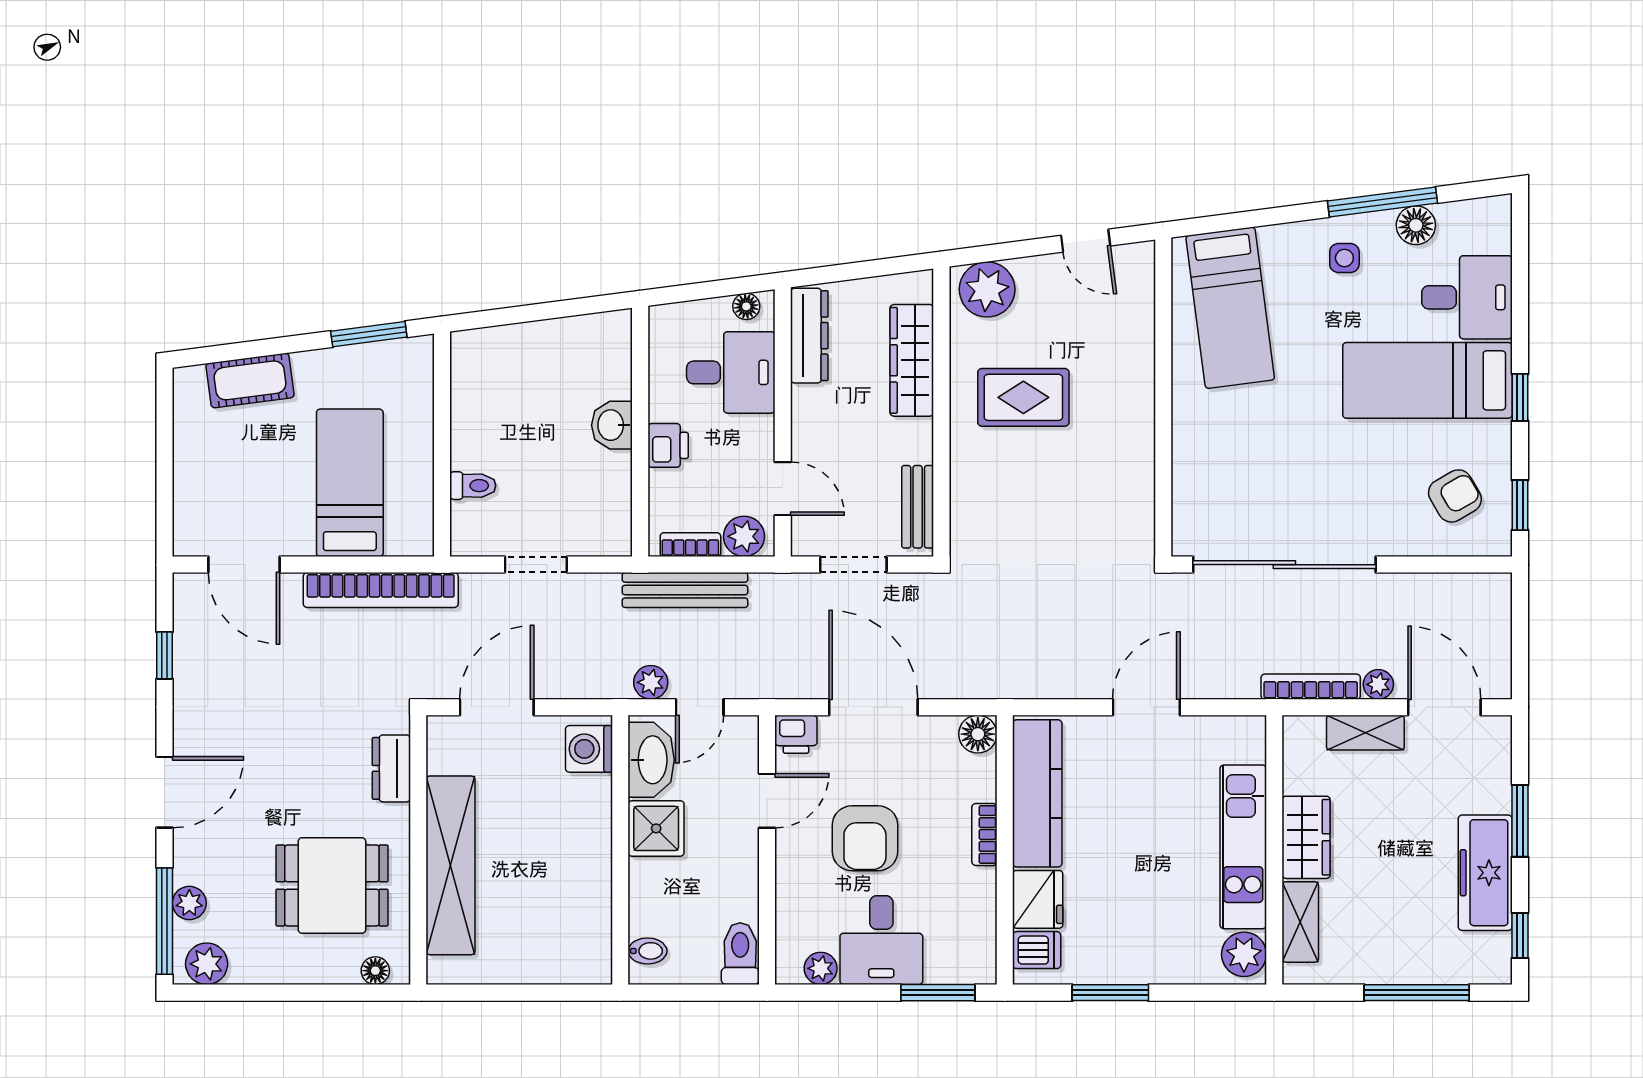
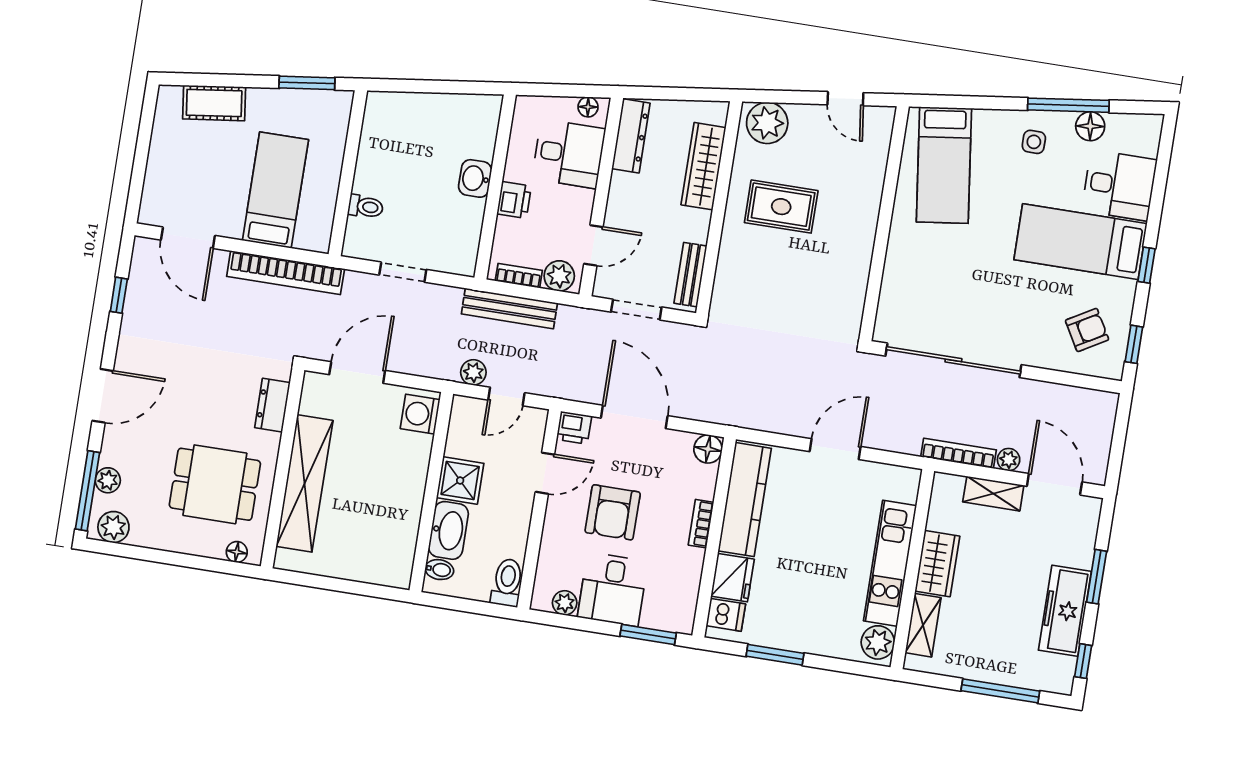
door: (783, 489) -> (593, 245), hinge flipped
washbasin: (651, 760) -> (448, 530), moved

